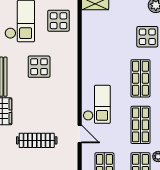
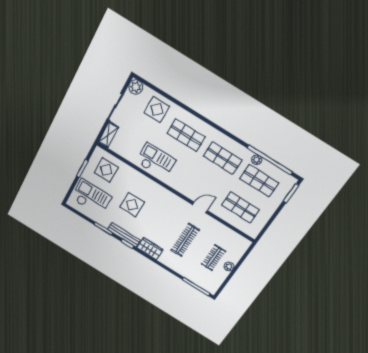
checkout: (97, 104) -> (156, 161), moved

